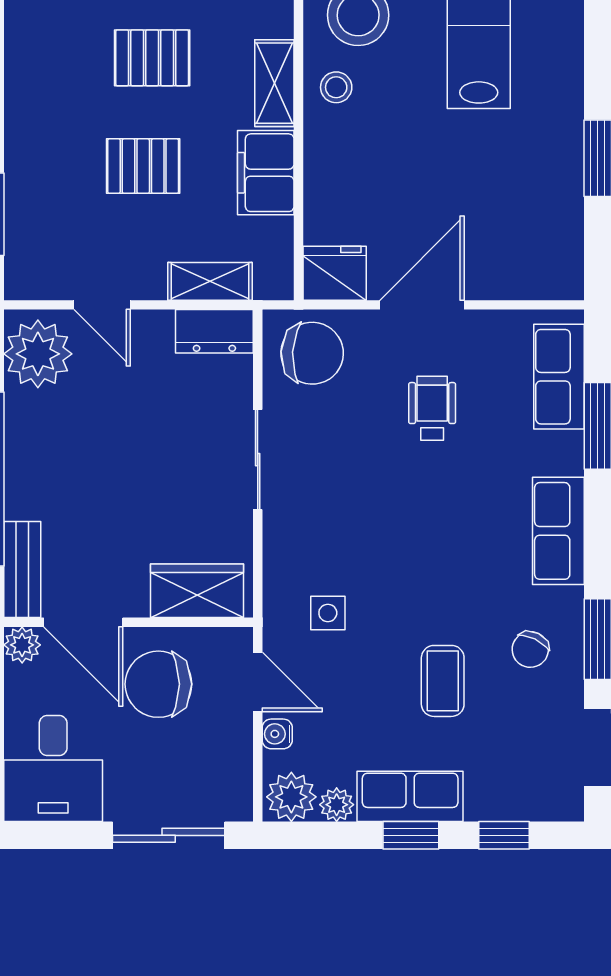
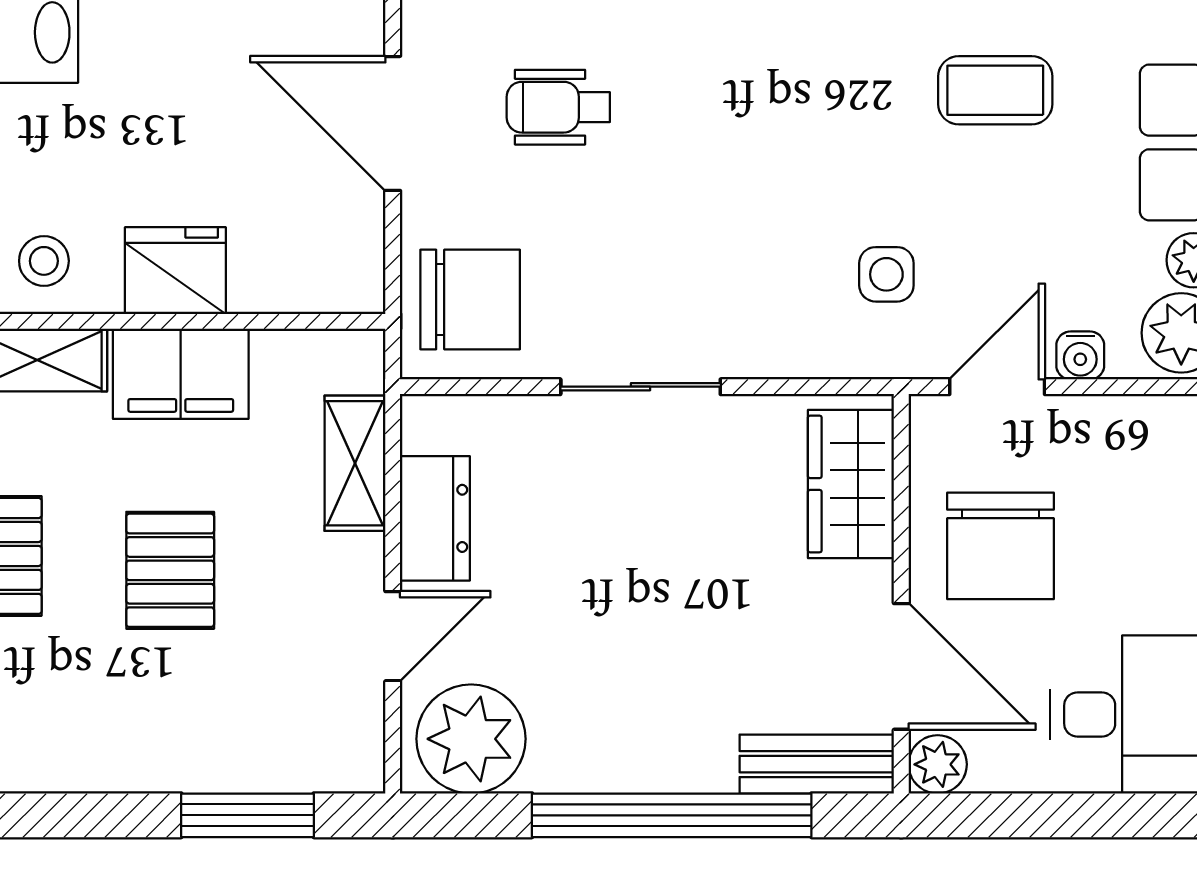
fridge: (335, 273) -> (175, 271), moved, turned 90
dresser: (214, 331) -> (435, 518), moved
chair: (312, 353) -> (470, 300), turned 87
door: (83, 622) -> (901, 666), hinge flipped

